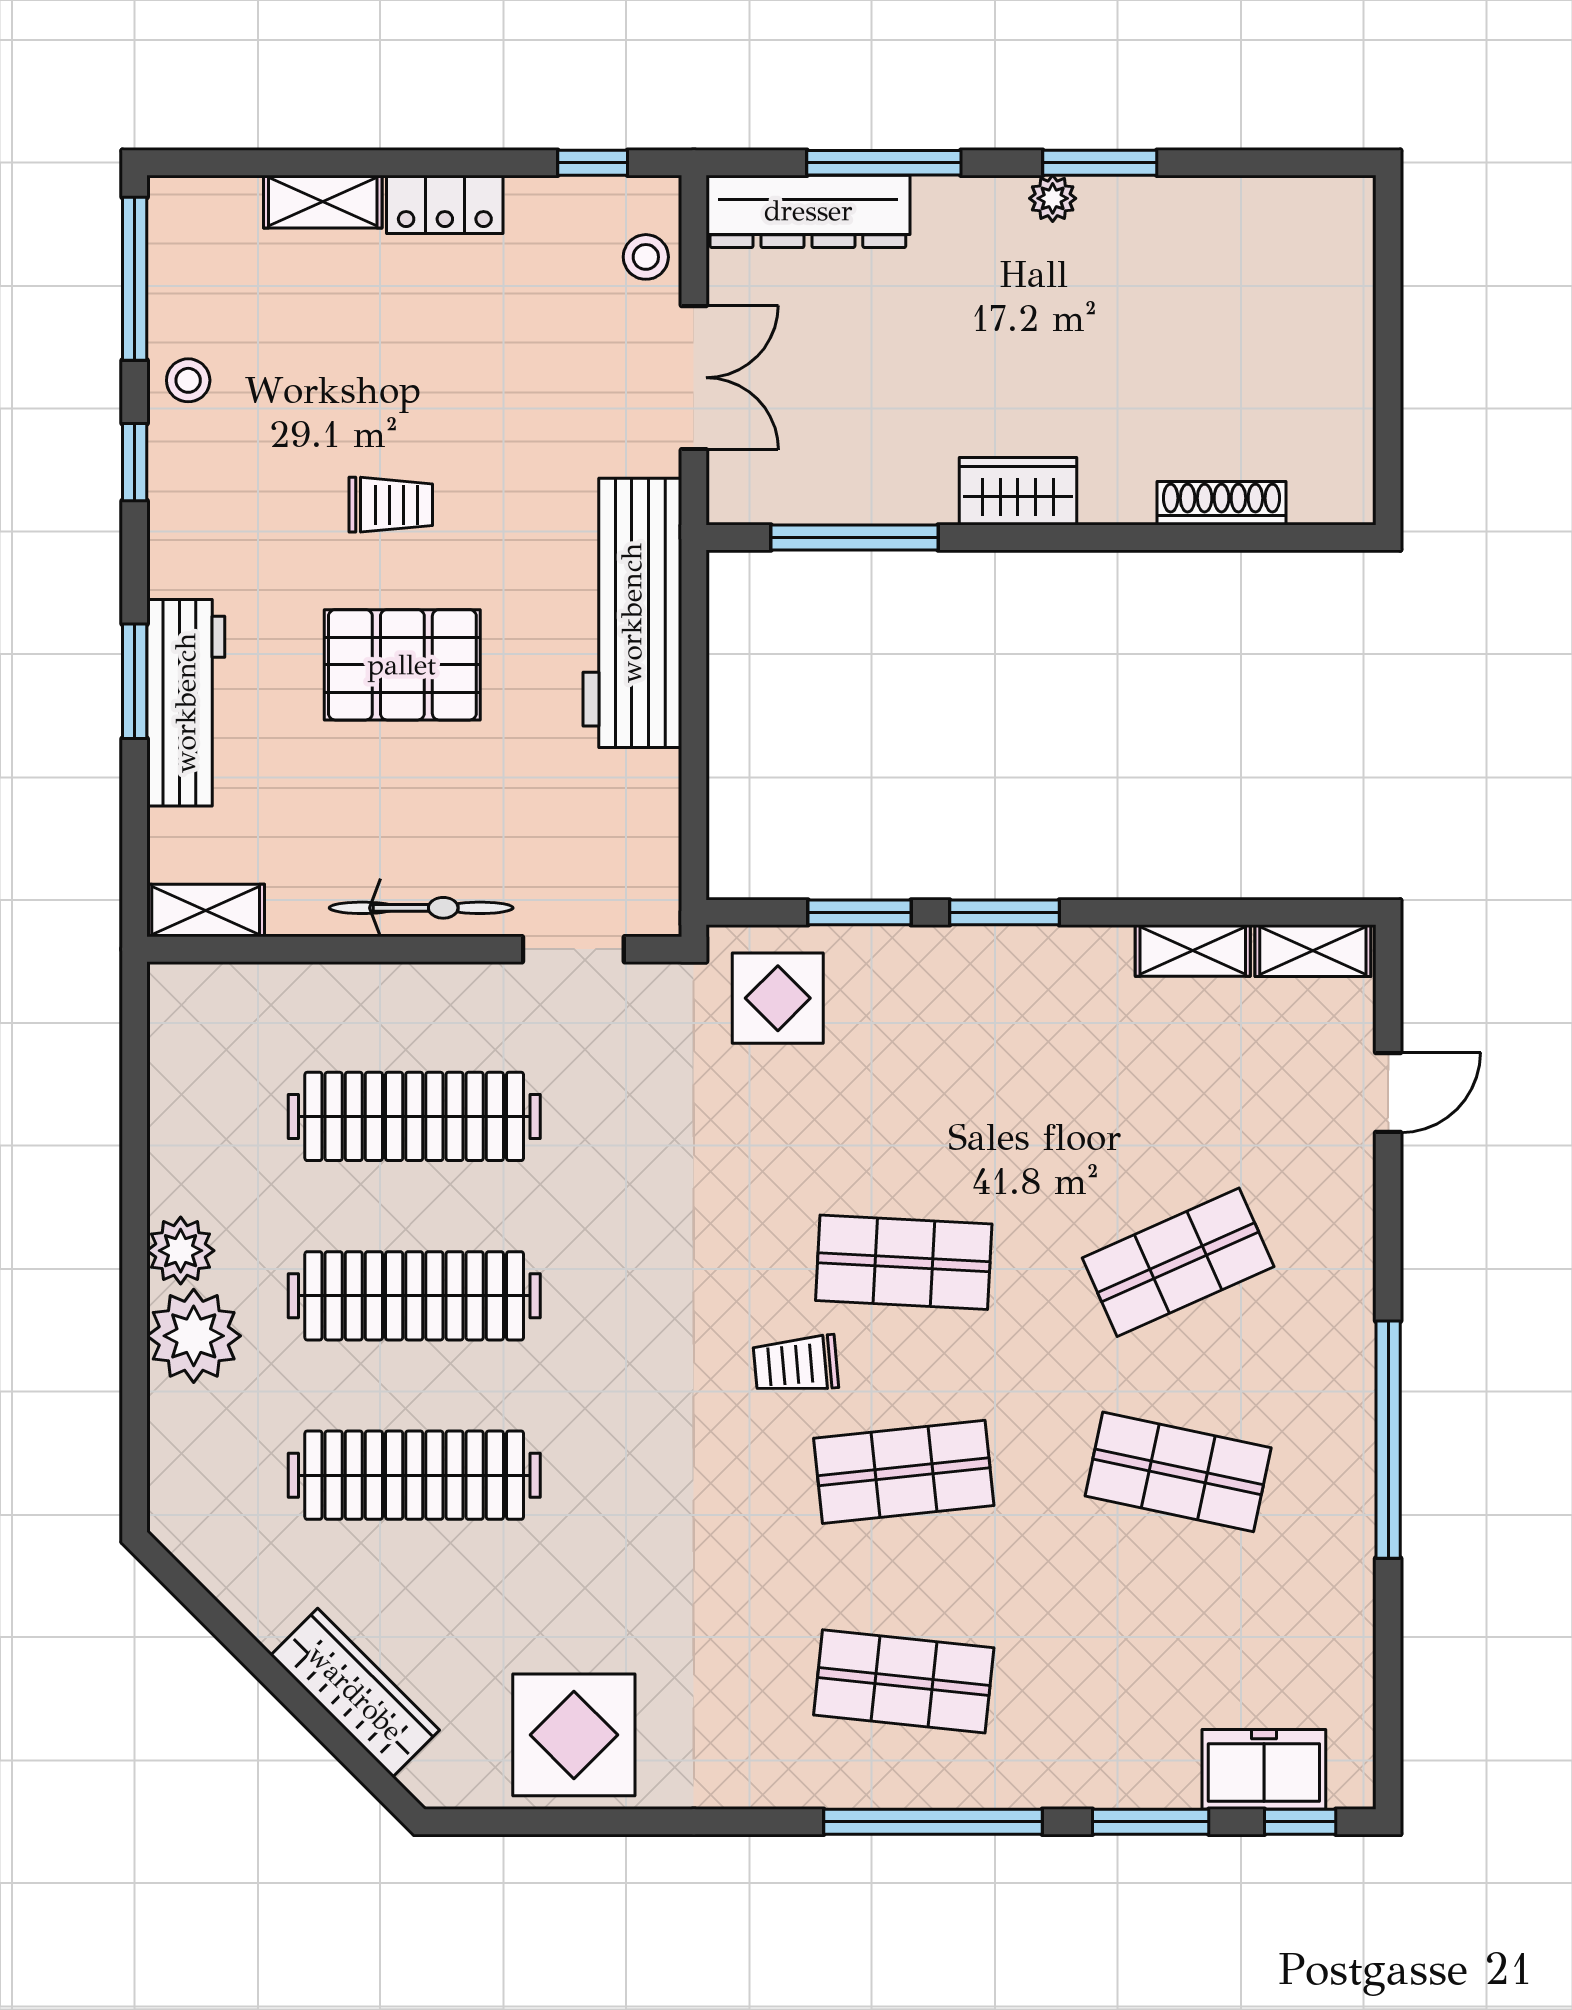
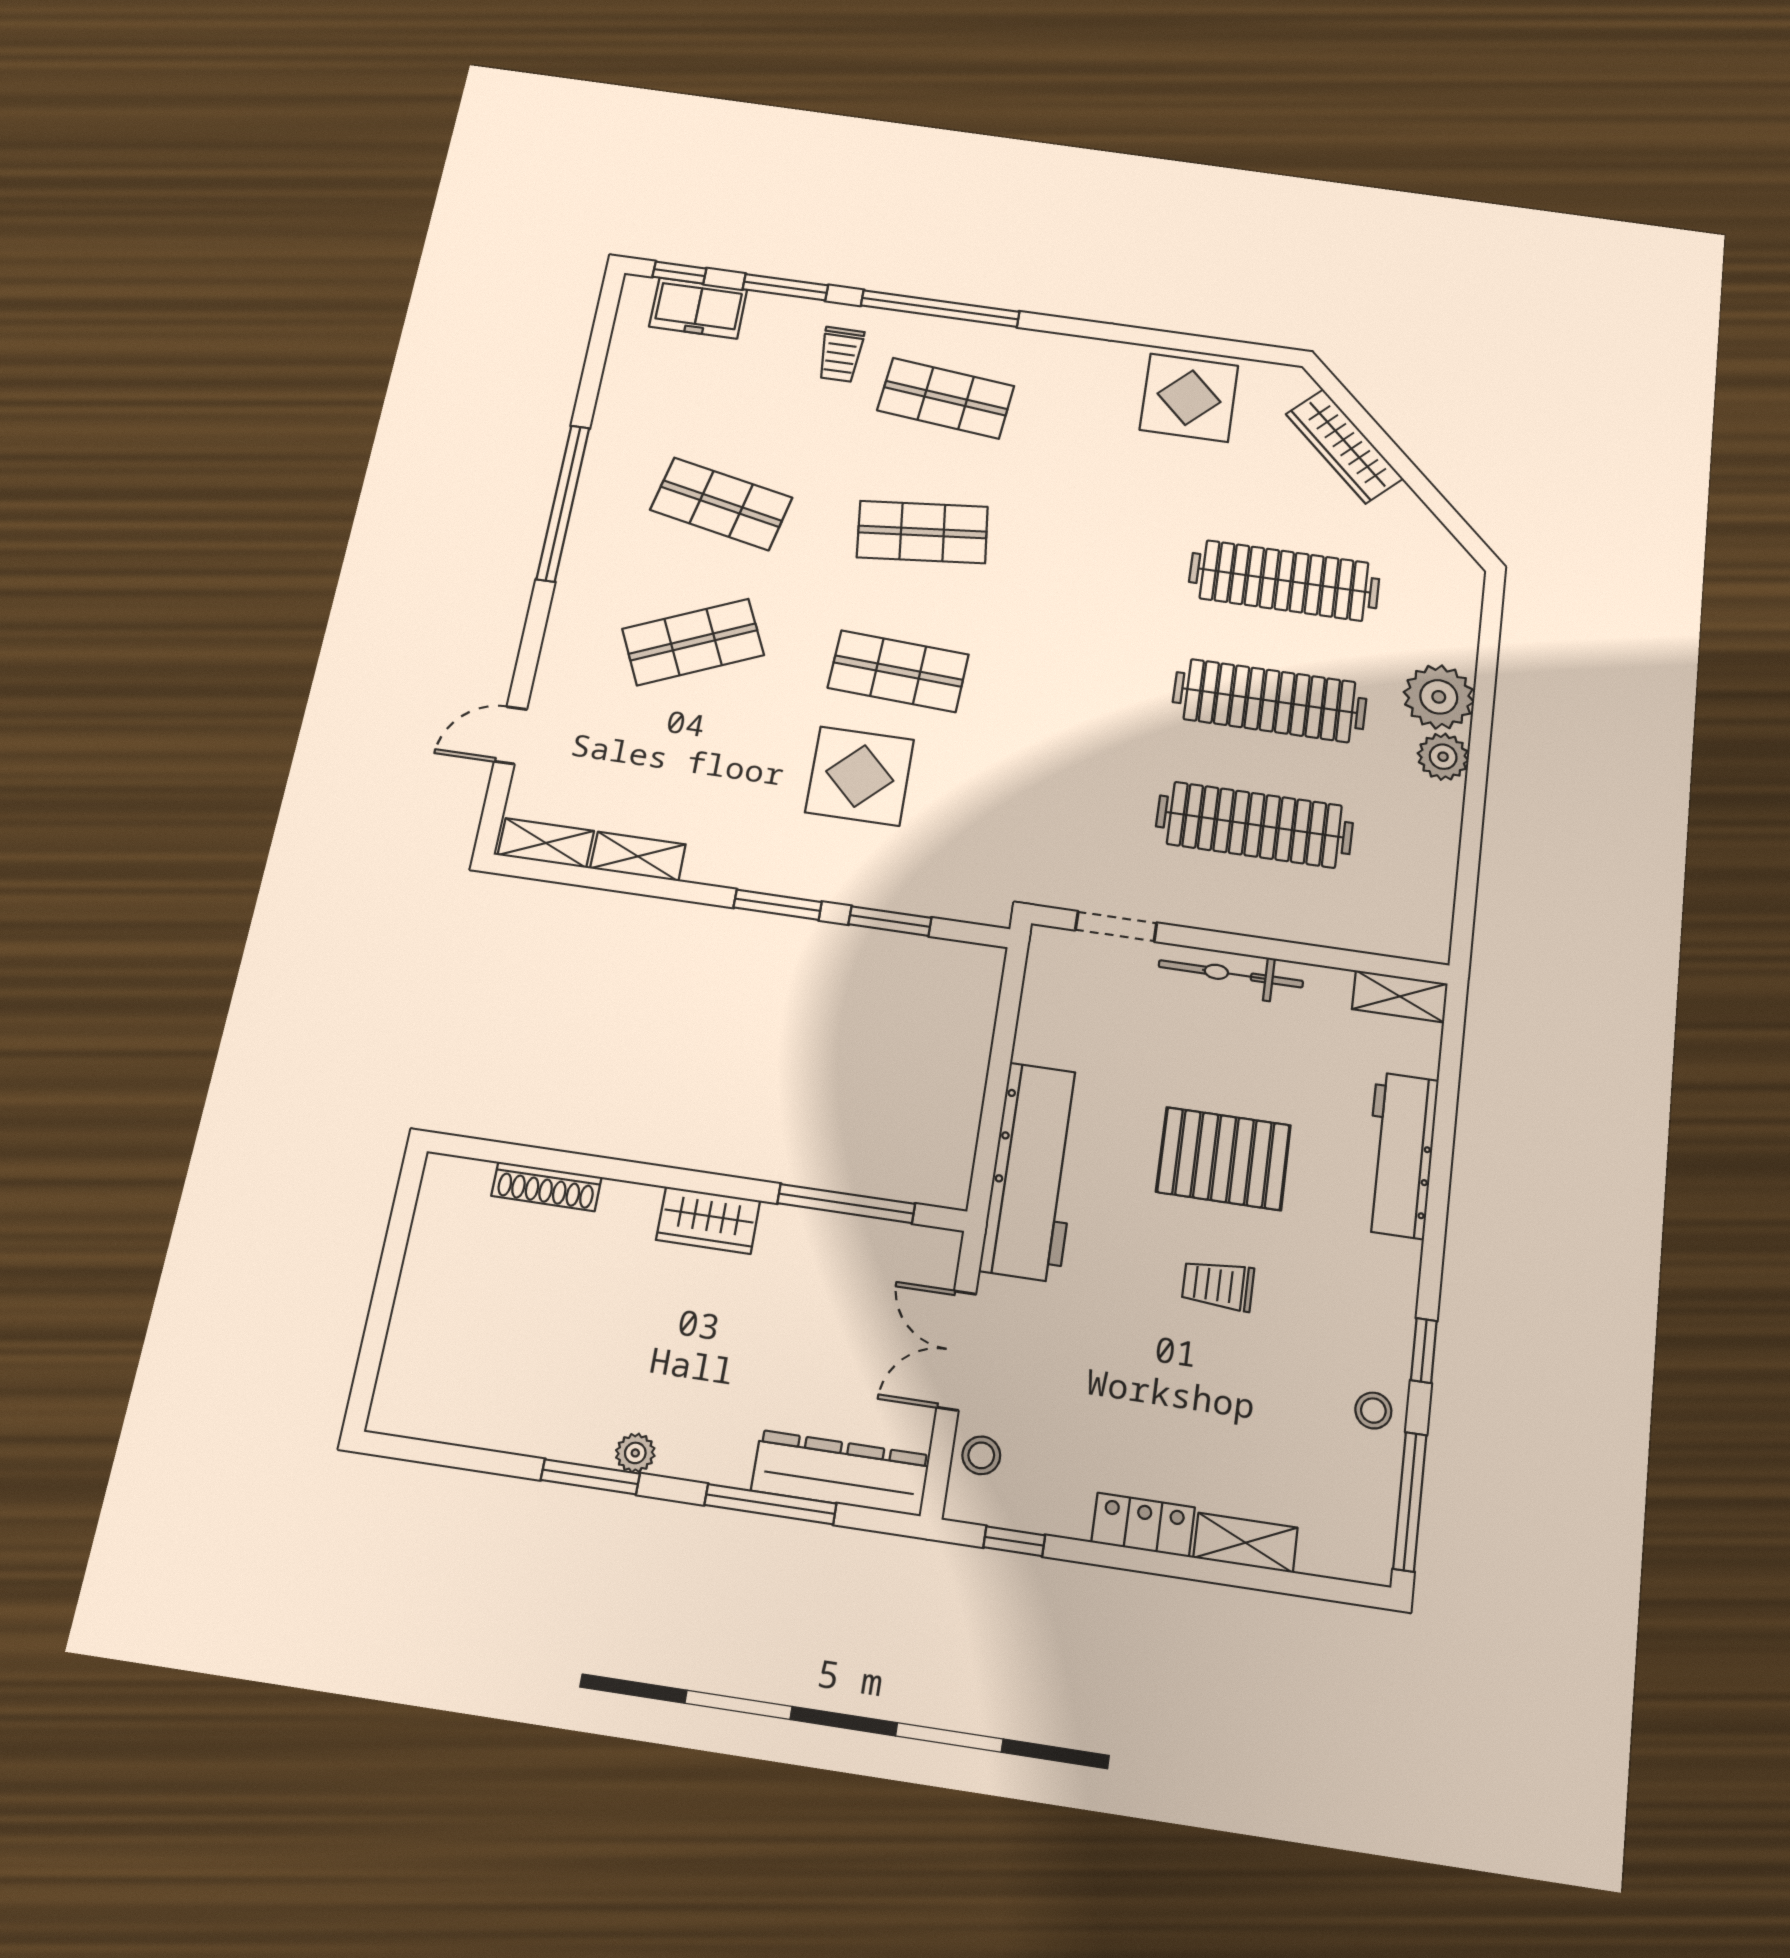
window: (135, 681) -> (1440, 1177), removed
display table: (778, 998) -> (860, 776), moved, width x1.36, depth x1.36
trolley: (796, 1364) -> (841, 354), moved, turned 95

